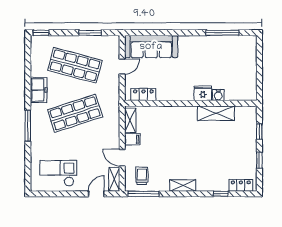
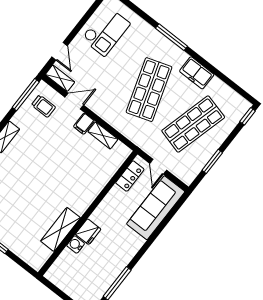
fridge: (203, 93) -> (88, 232), moved
locker: (143, 94) -> (130, 176), moved
water cooler: (218, 95) -> (76, 245), moved
wall: (191, 103) -> (88, 213), moved
shelving: (216, 113) -> (60, 229), moved

